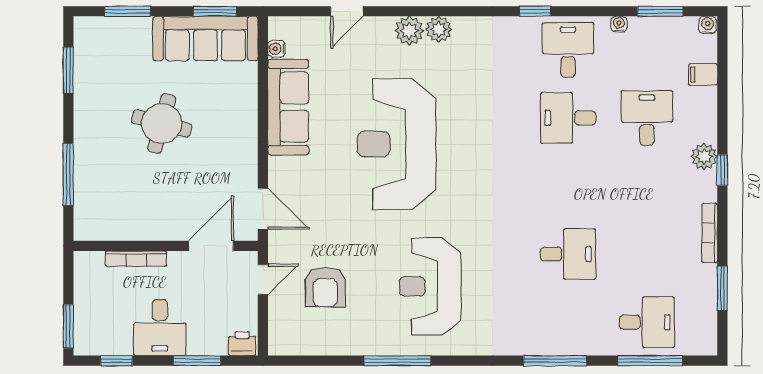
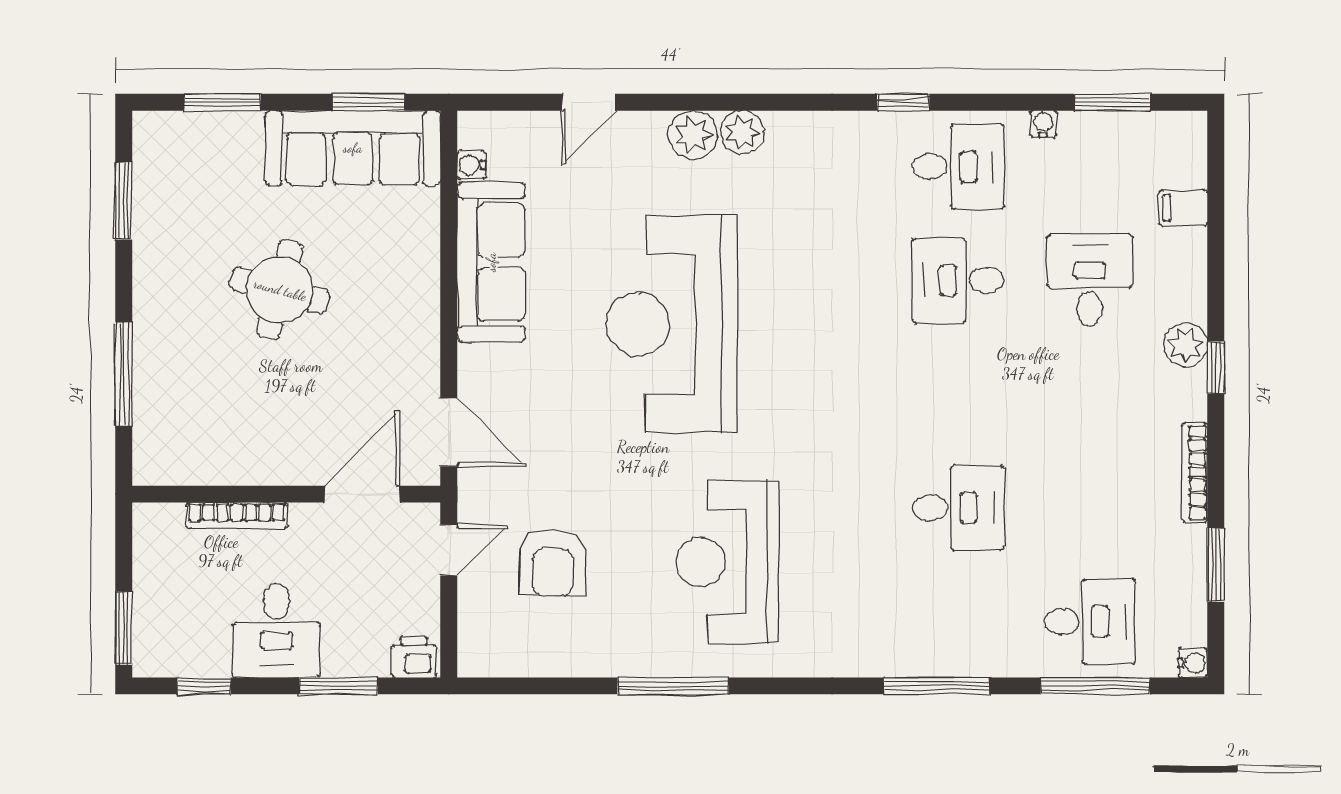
water cooler: (708, 25) -> (1193, 663), moved, turned 90
desk: (568, 50) -> (958, 167), turned 90

